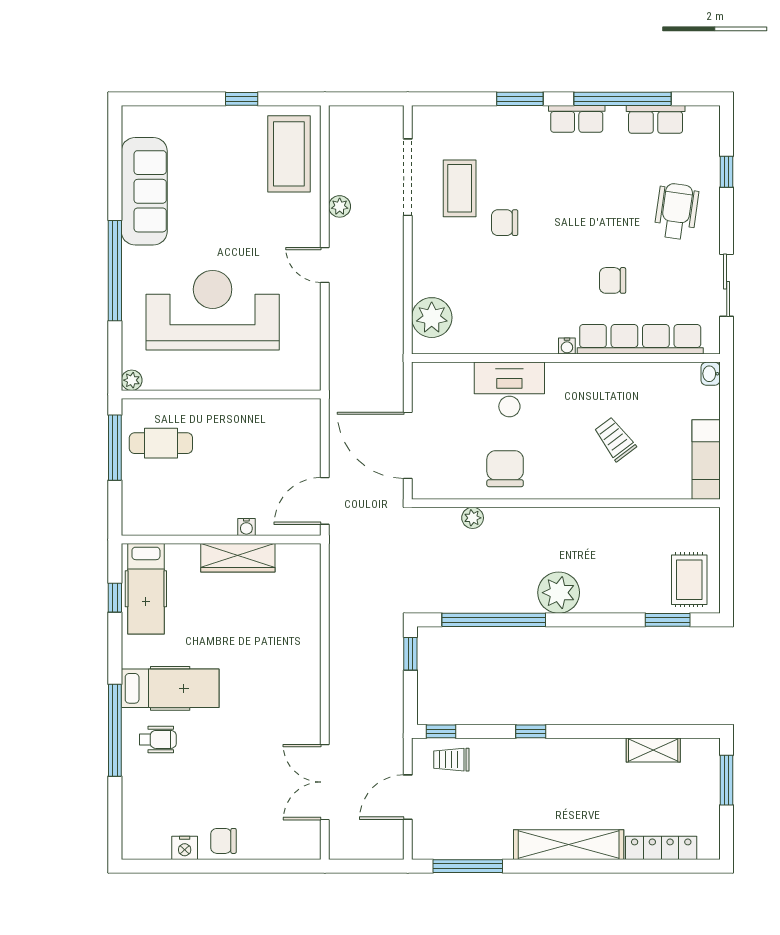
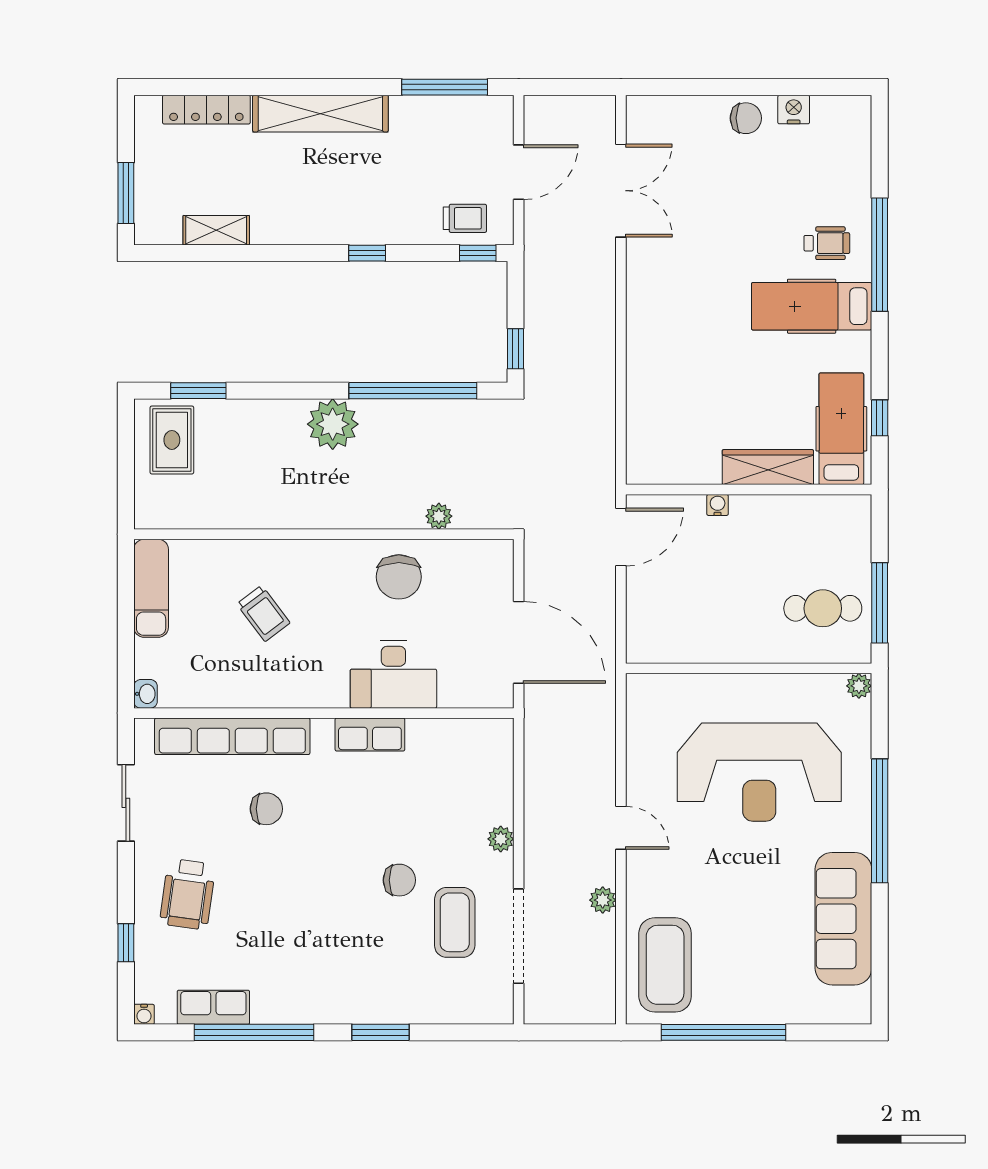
window: (242, 99) -> (723, 1032), width x3.17
row of seats: (577, 119) -> (370, 735), moved, turned 180
plant: (432, 318) -> (501, 839), moved, width x0.53, depth x0.53
water cooler: (567, 346) -> (144, 1014), moved, turned 180
door: (408, 445) -> (519, 642), moved
wardrobe: (238, 558) -> (768, 467), moved
wheelchair: (158, 739) -> (827, 243), turned 180

